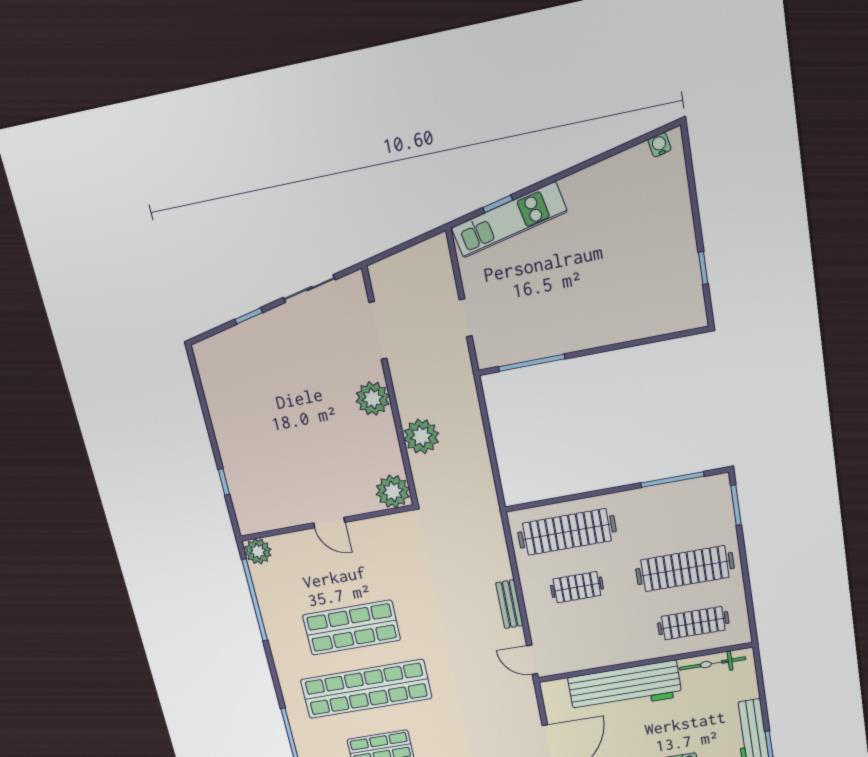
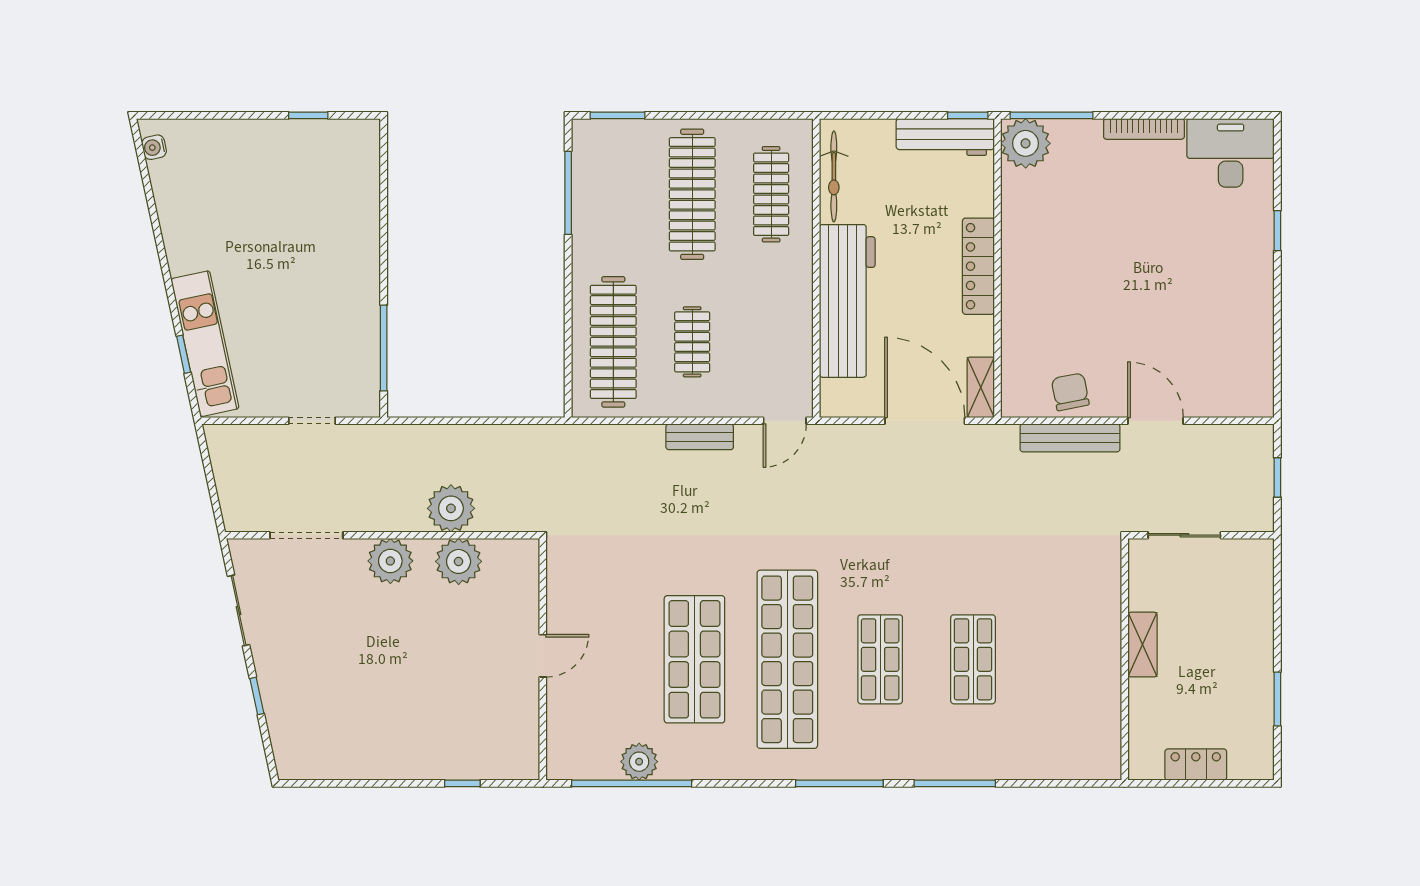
plant: (393, 491) -> (459, 561), moved
plant: (258, 551) -> (639, 762), moved

